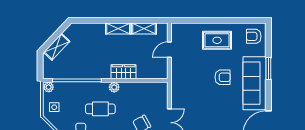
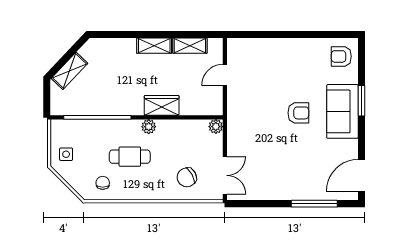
rug: (217, 40) -> (291, 62), removed
sofa: (254, 83) -> (342, 111), width x0.73
plant: (49, 87) -> (216, 127), moved

